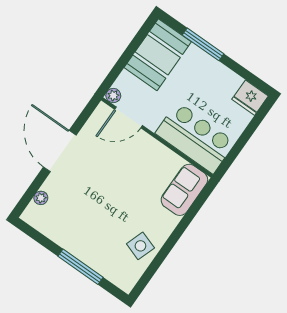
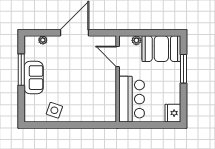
plant: (113, 96) -> (136, 40), moved
sofa: (184, 190) -> (34, 78), moved, turned 90
window: (81, 267) -> (21, 70), moved

